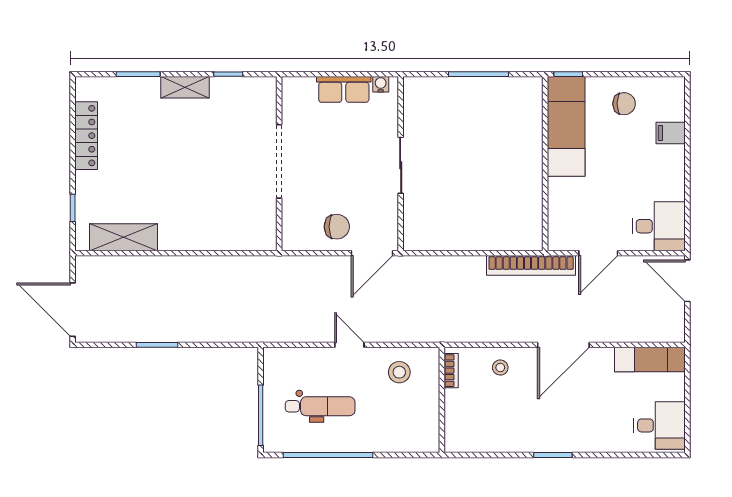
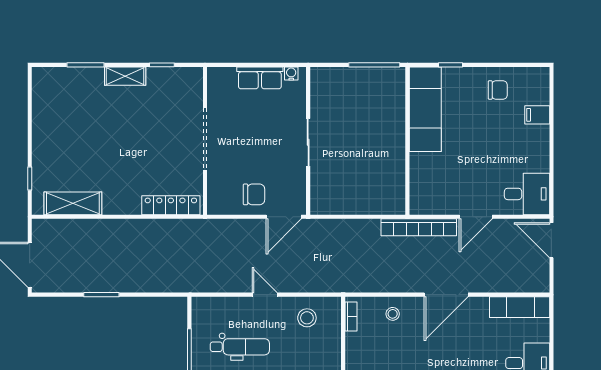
exam couch: (566, 126) -> (425, 109), moved
locker: (86, 136) -> (171, 205), moved, turned -90
wall: (545, 164) -> (407, 141), moved

